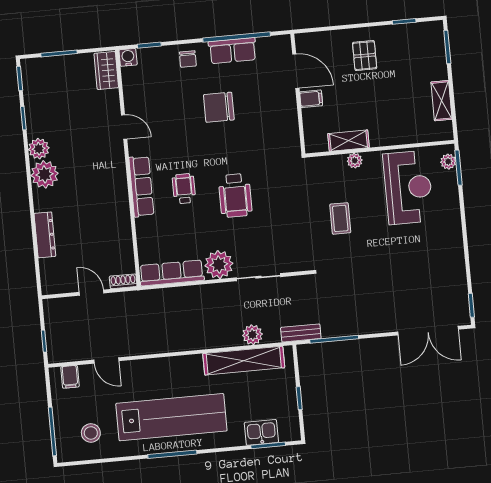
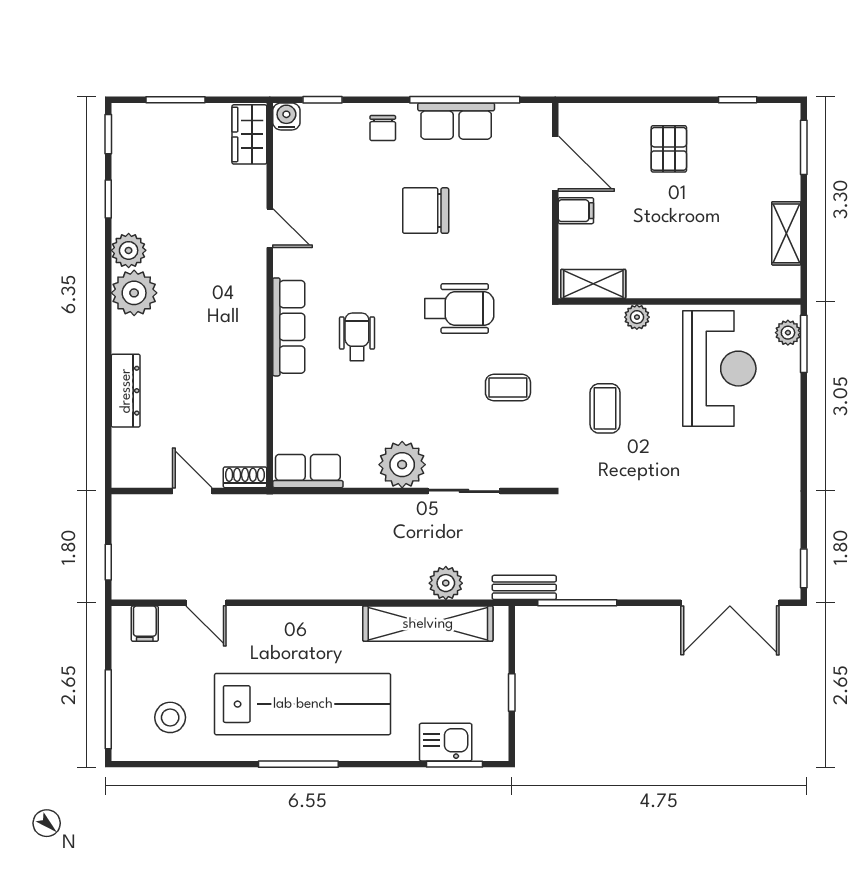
shelving: (349, 141) -> (593, 284), moved
wheelchair: (235, 195) -> (459, 309), moved, turned -90
coffee table: (279, 211) -> (508, 388), added
row of seats: (172, 273) -> (308, 471), width x0.68

